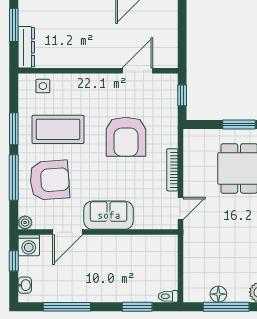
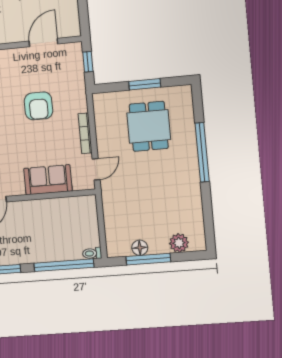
armchair: (126, 137) -> (38, 106), width x0.73, depth x0.73
sofa: (109, 215) -> (48, 180), moved
window: (137, 307) -> (64, 265), width x2.11

